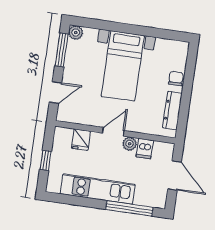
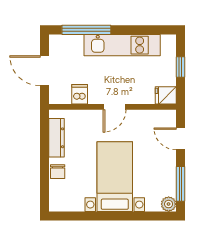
door: (55, 92) -> (181, 139), hinge flipped
fridge: (81, 140) -> (166, 95), moved, turned -90
plant: (130, 144) -> (96, 97), removed

